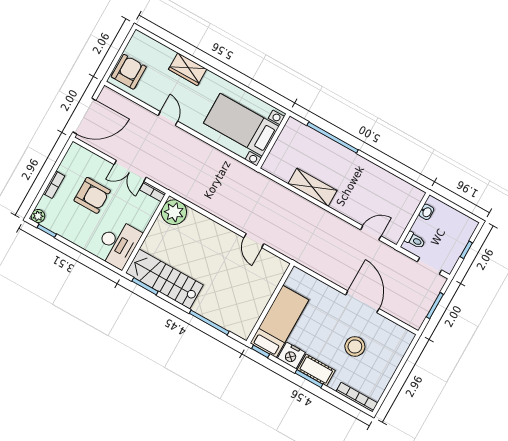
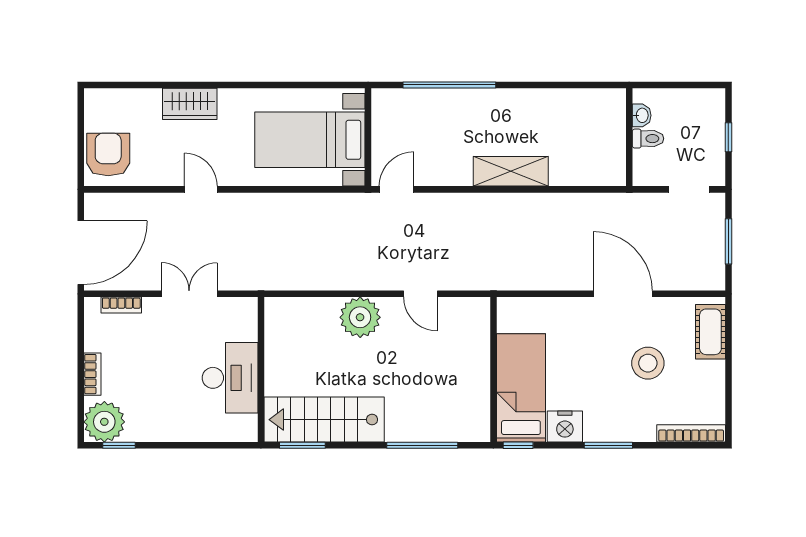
double door: (130, 171) -> (189, 294), swing flipped
shelving: (312, 187) -> (511, 171), moved
bookcase: (153, 192) -> (121, 305), moved
armchair: (92, 195) -> (155, 359), removed
plant: (174, 212) -> (360, 317), moved
plant: (38, 216) -> (104, 422), width x1.88, depth x1.88
door: (371, 233) -> (397, 189), moved
toilet: (415, 240) -> (648, 139), moved
desk: (118, 244) -> (230, 378), moved
cot: (316, 370) -> (710, 332), moved, turned 90

